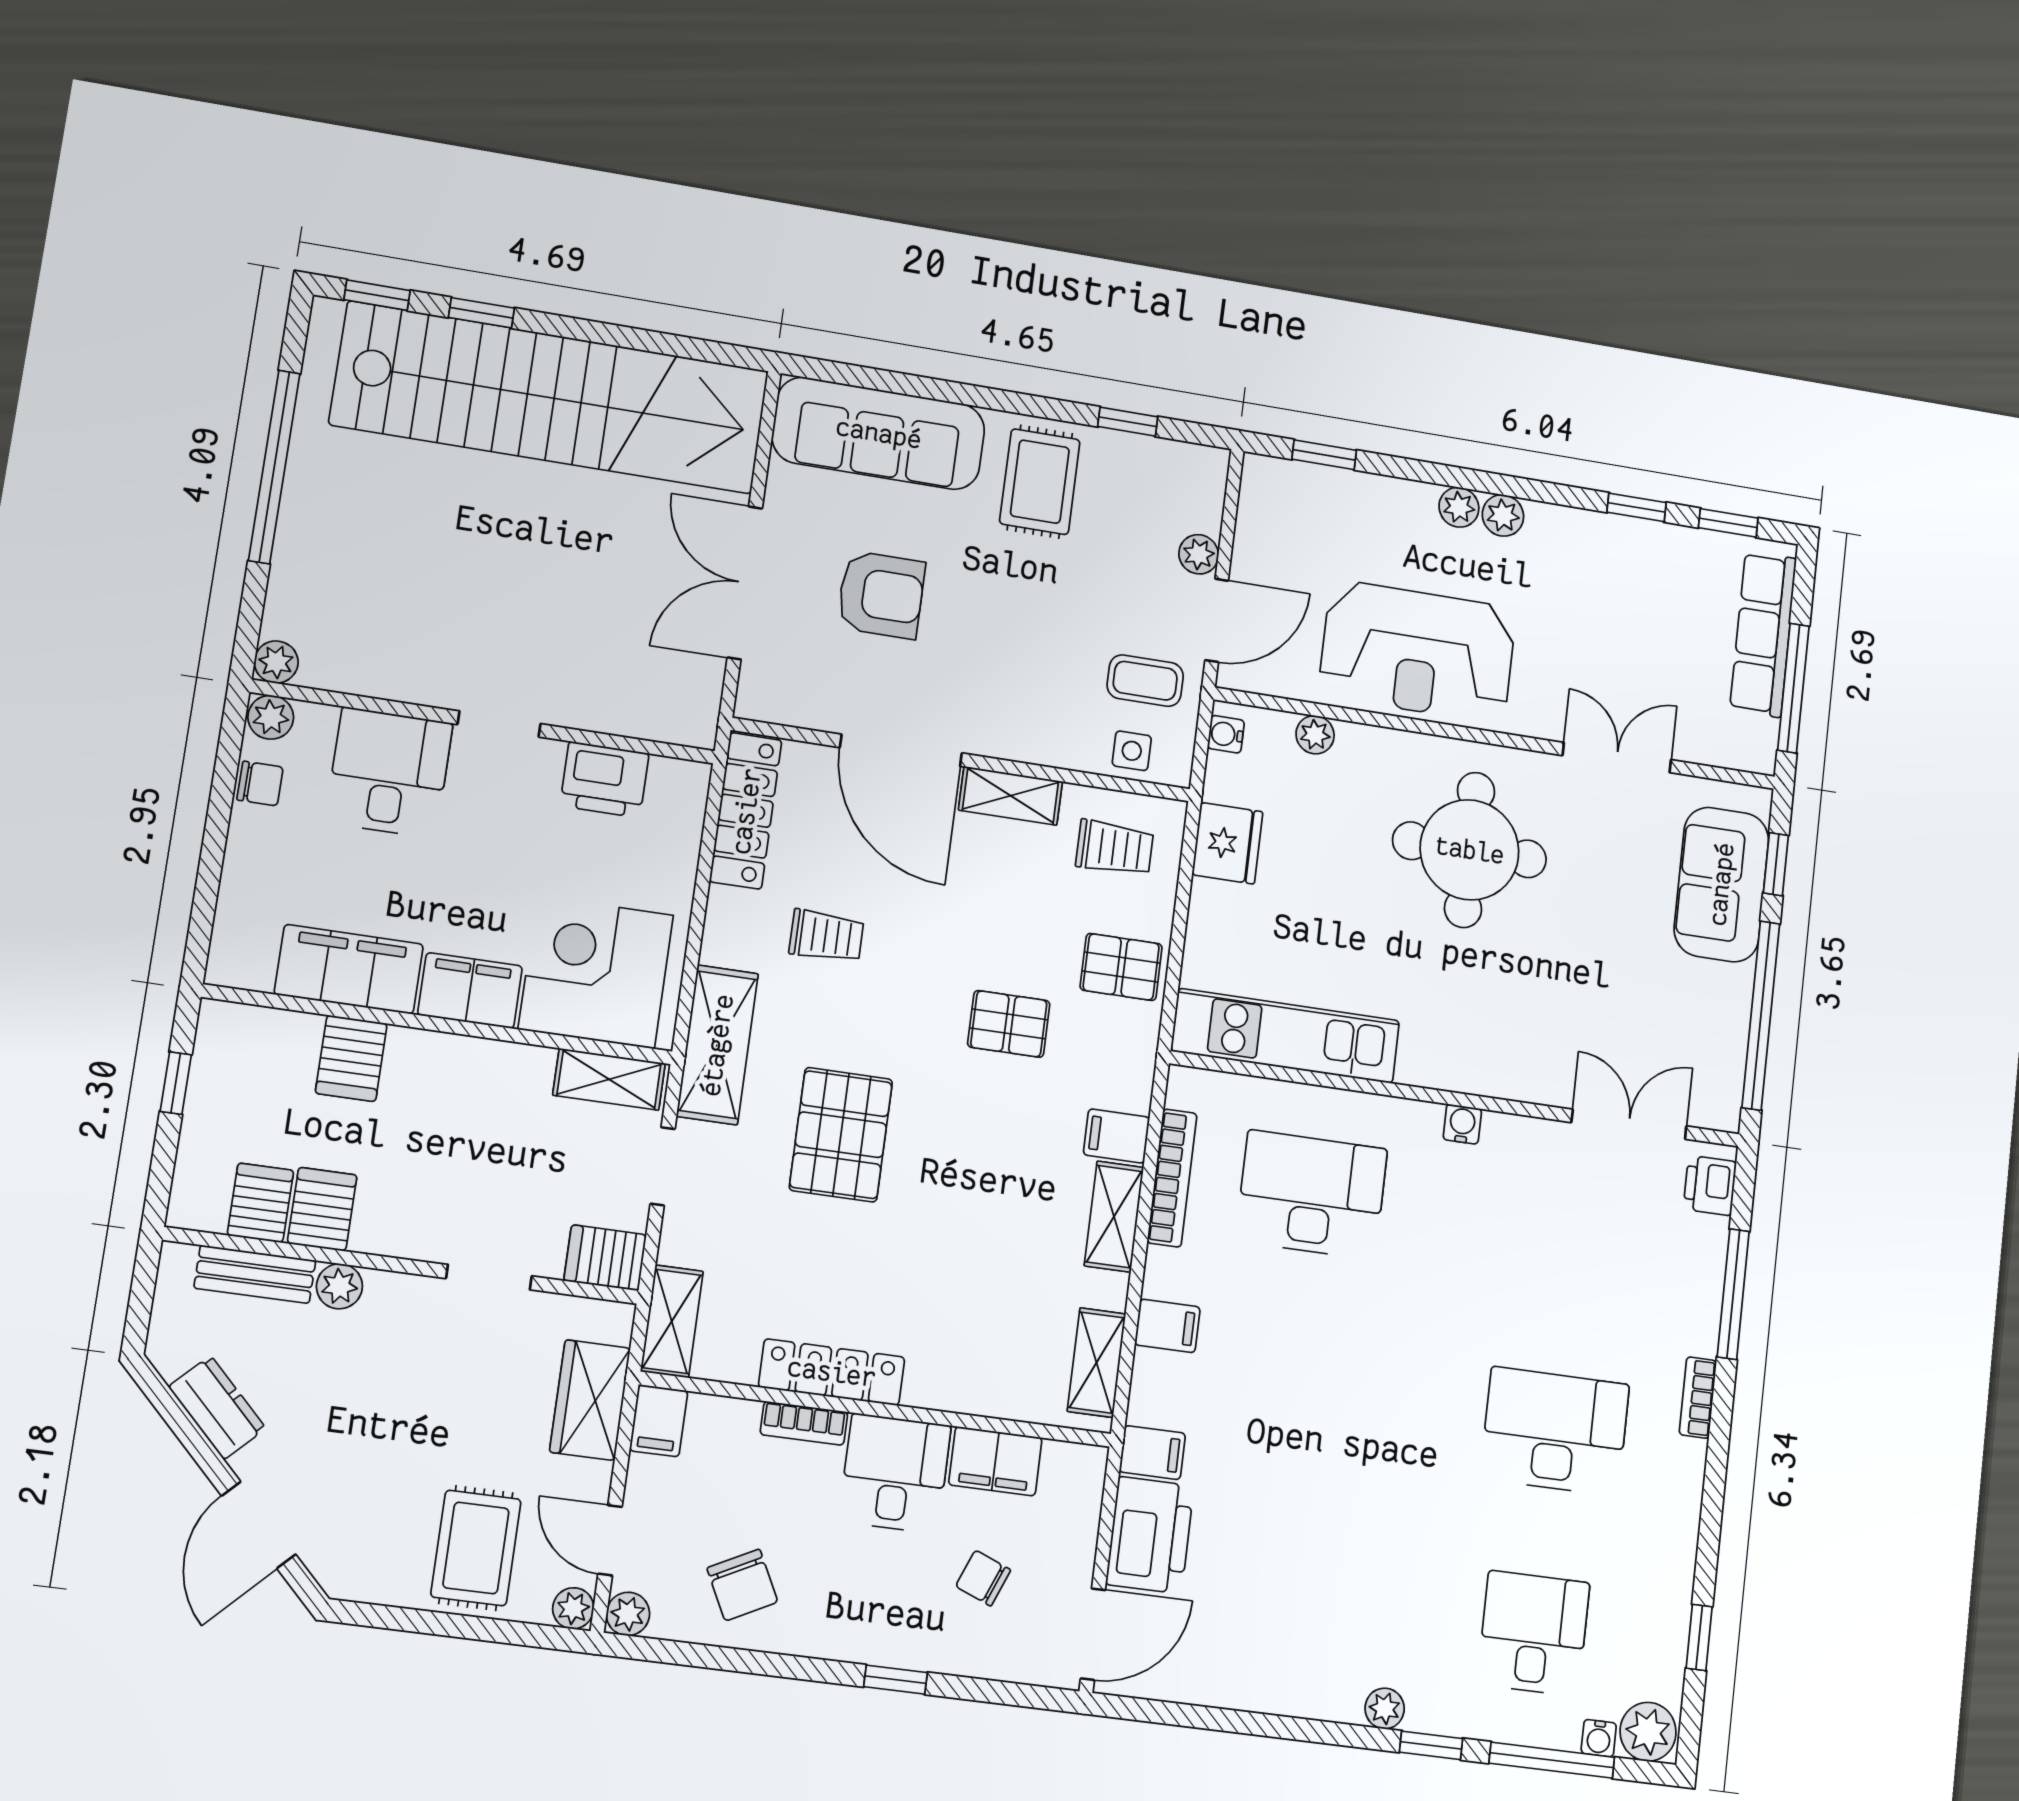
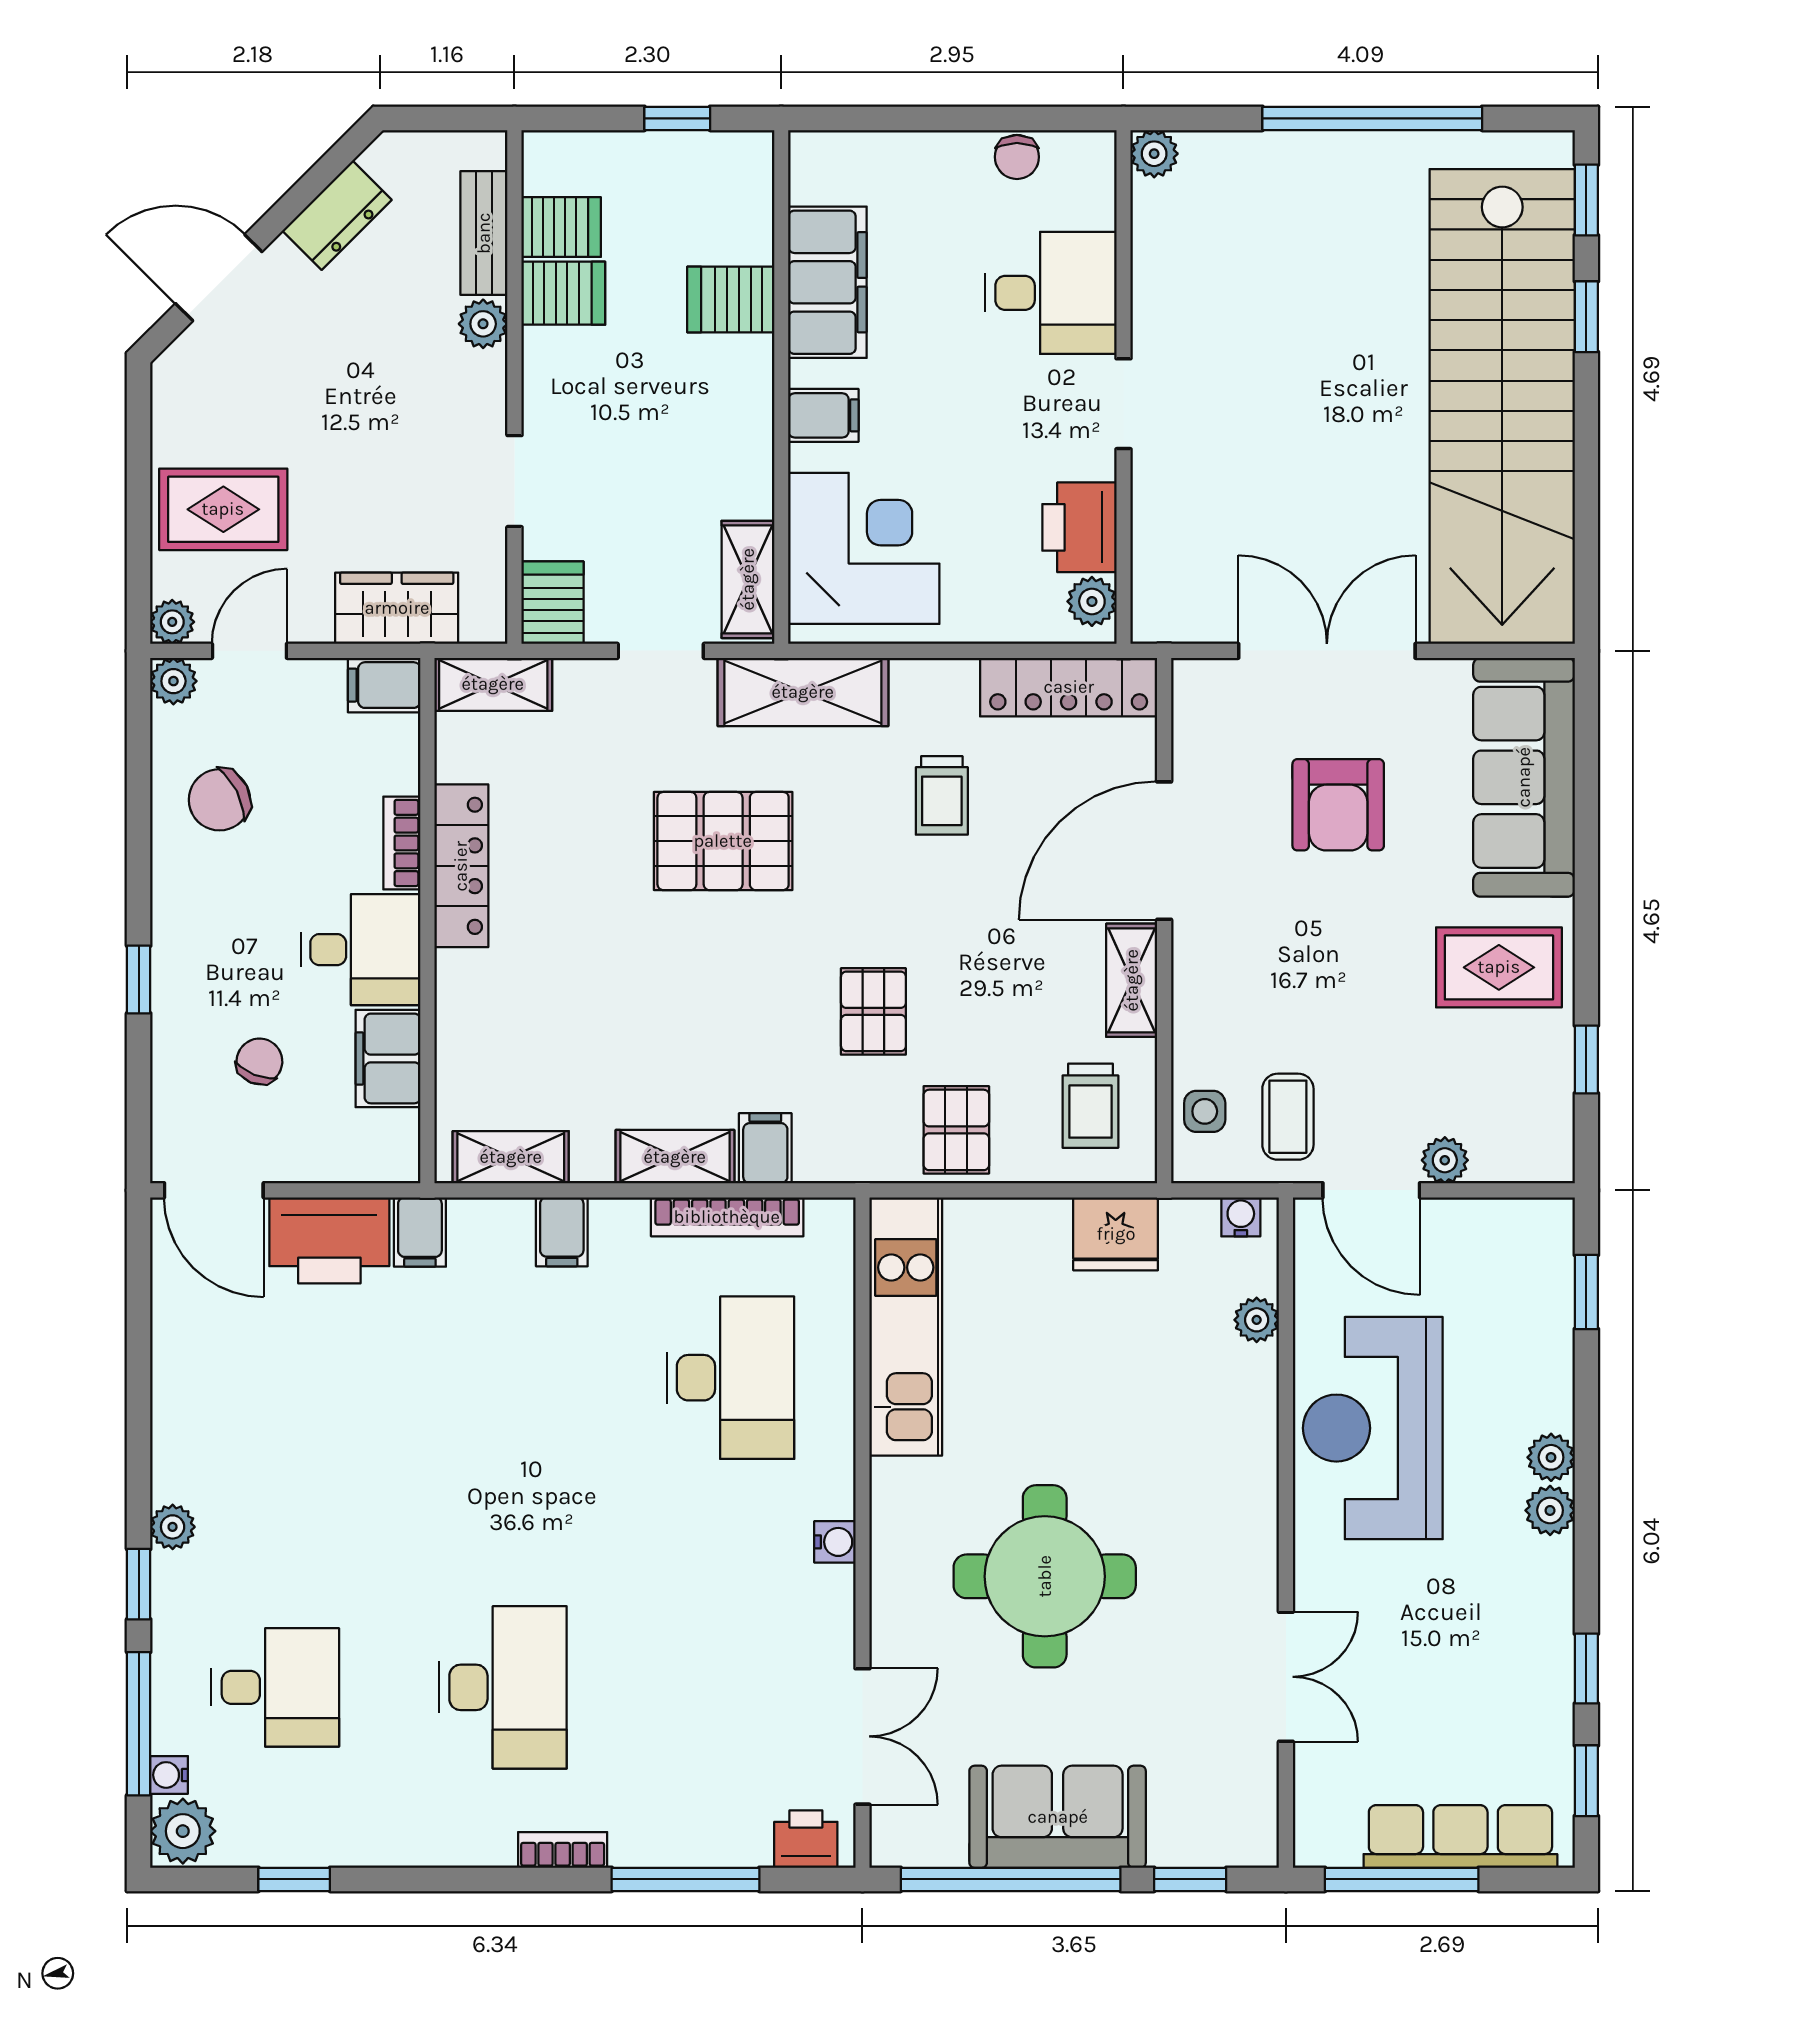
plant: (271, 717) -> (1092, 601), moved
round table: (1470, 850) -> (1045, 1576), moved
sofa: (1721, 884) -> (1058, 1817), moved
filing cabinet: (470, 991) -> (823, 415), width x0.50

